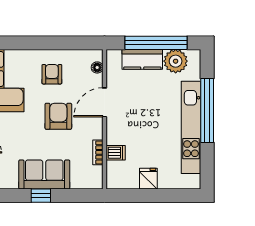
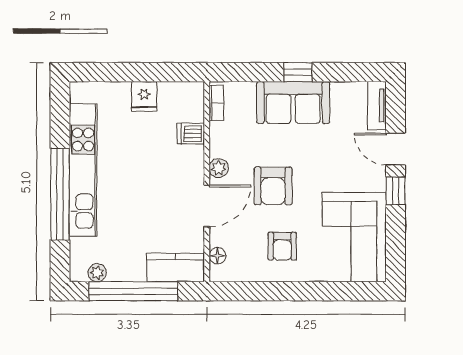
kitchen counter: (142, 59) -> (176, 267), moved
plant: (176, 61) -> (97, 273), width x0.53, depth x0.53
plant: (96, 129) -> (219, 168), added
bookcase: (98, 152) -> (216, 103), moved

